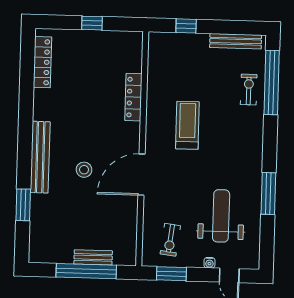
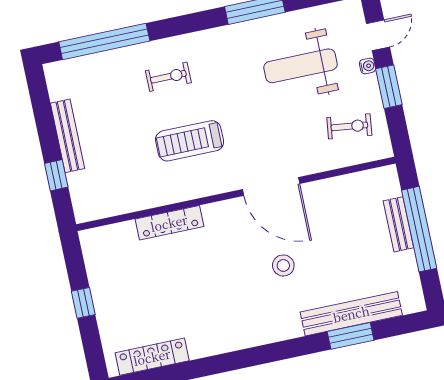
bench: (236, 41) -> (67, 136), moved
exercise bike: (249, 89) -> (168, 77), moved, turned 180
bench: (40, 157) -> (351, 314), moved
window: (171, 274) -> (389, 87), moved

